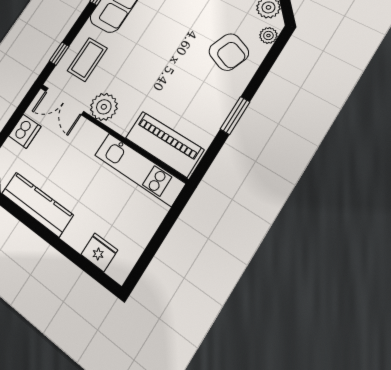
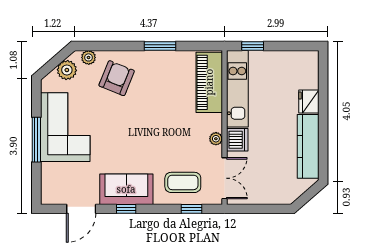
plant: (104, 107) -> (216, 139), width x0.53, depth x0.53
dishwasher: (25, 131) -> (237, 140), moved, turned 90
window: (173, 215) -> (253, 46), added
fridge: (99, 252) -> (309, 101), moved

